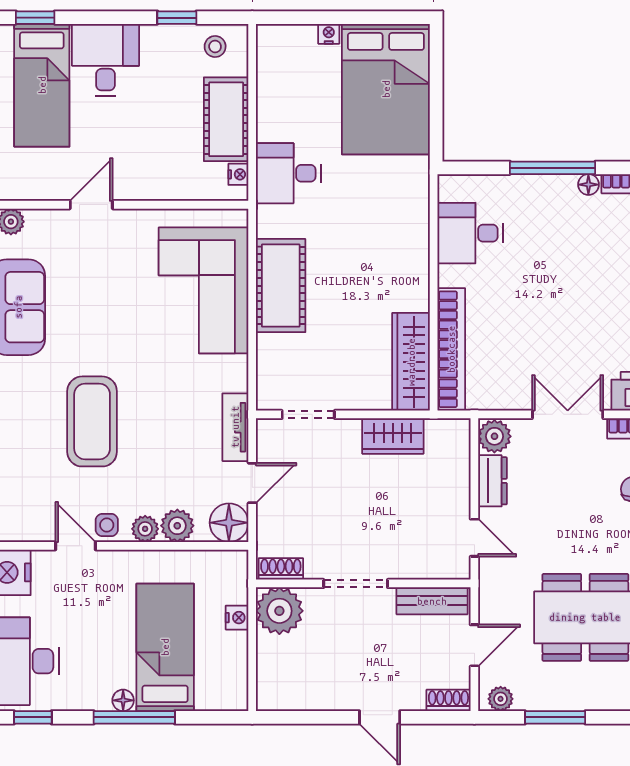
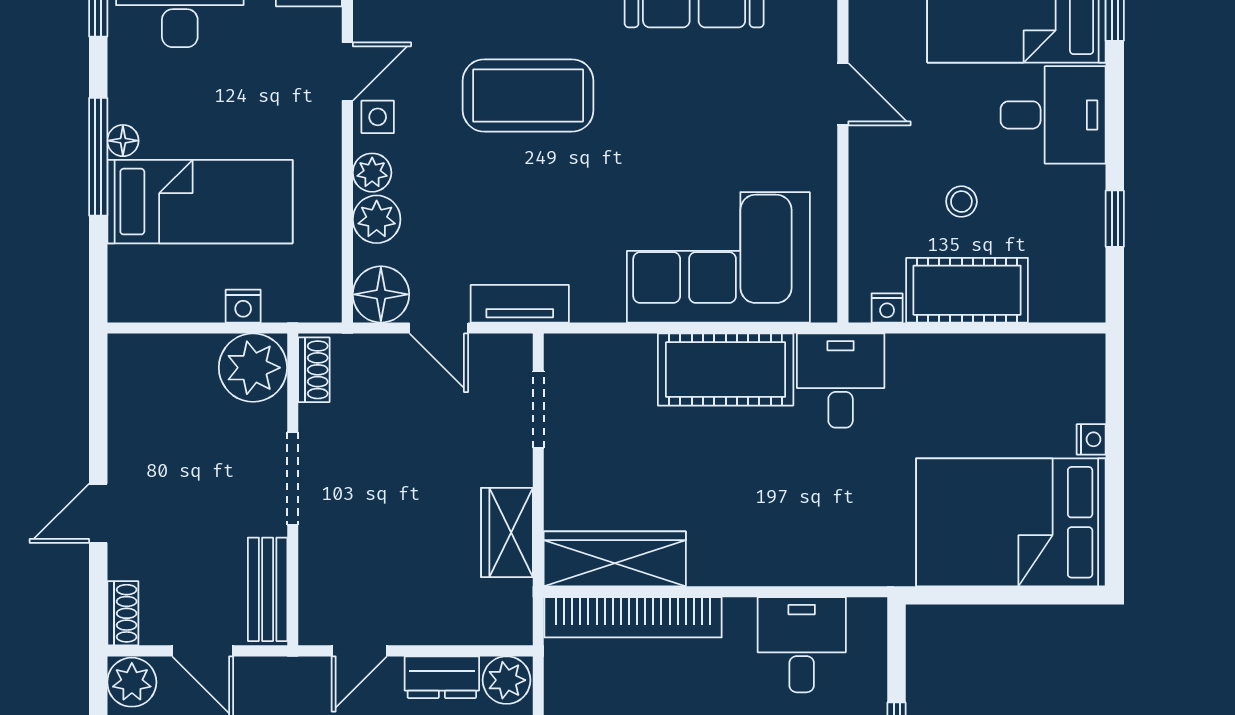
stool: (215, 47) -> (961, 202), moved
desk: (288, 173) -> (841, 381), moved
plant: (501, 699) -> (132, 682), width x1.38, depth x1.38

